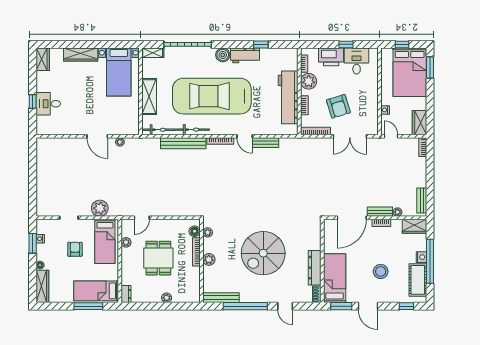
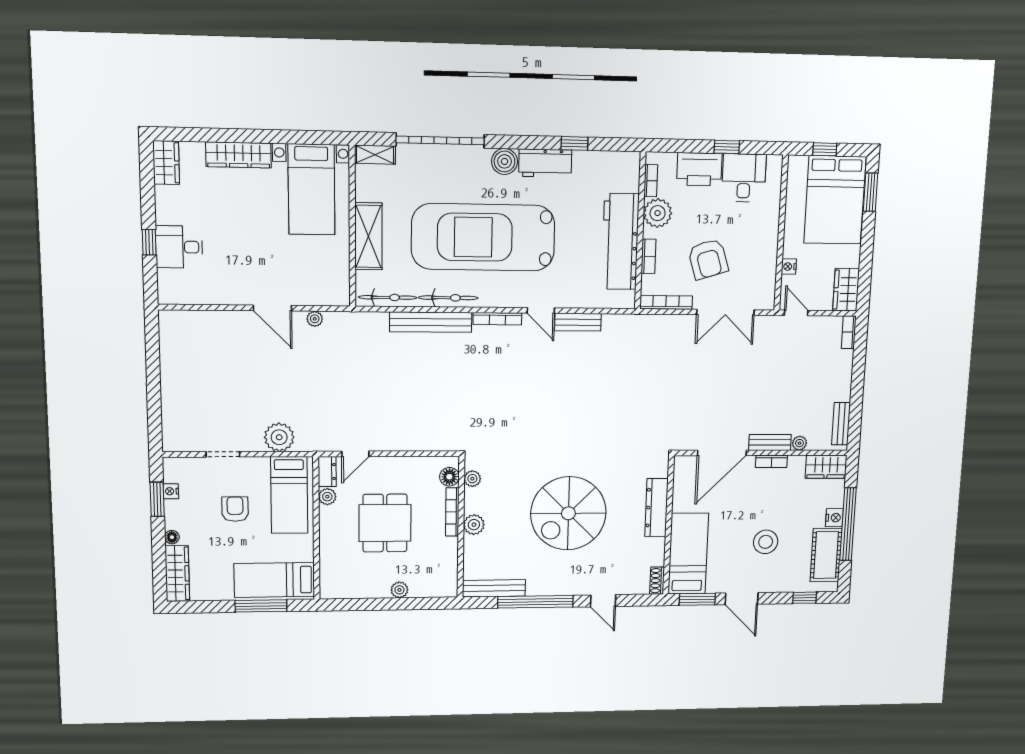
dresser: (315, 268) -> (656, 508), moved
dresser: (126, 294) -> (327, 472), moved

